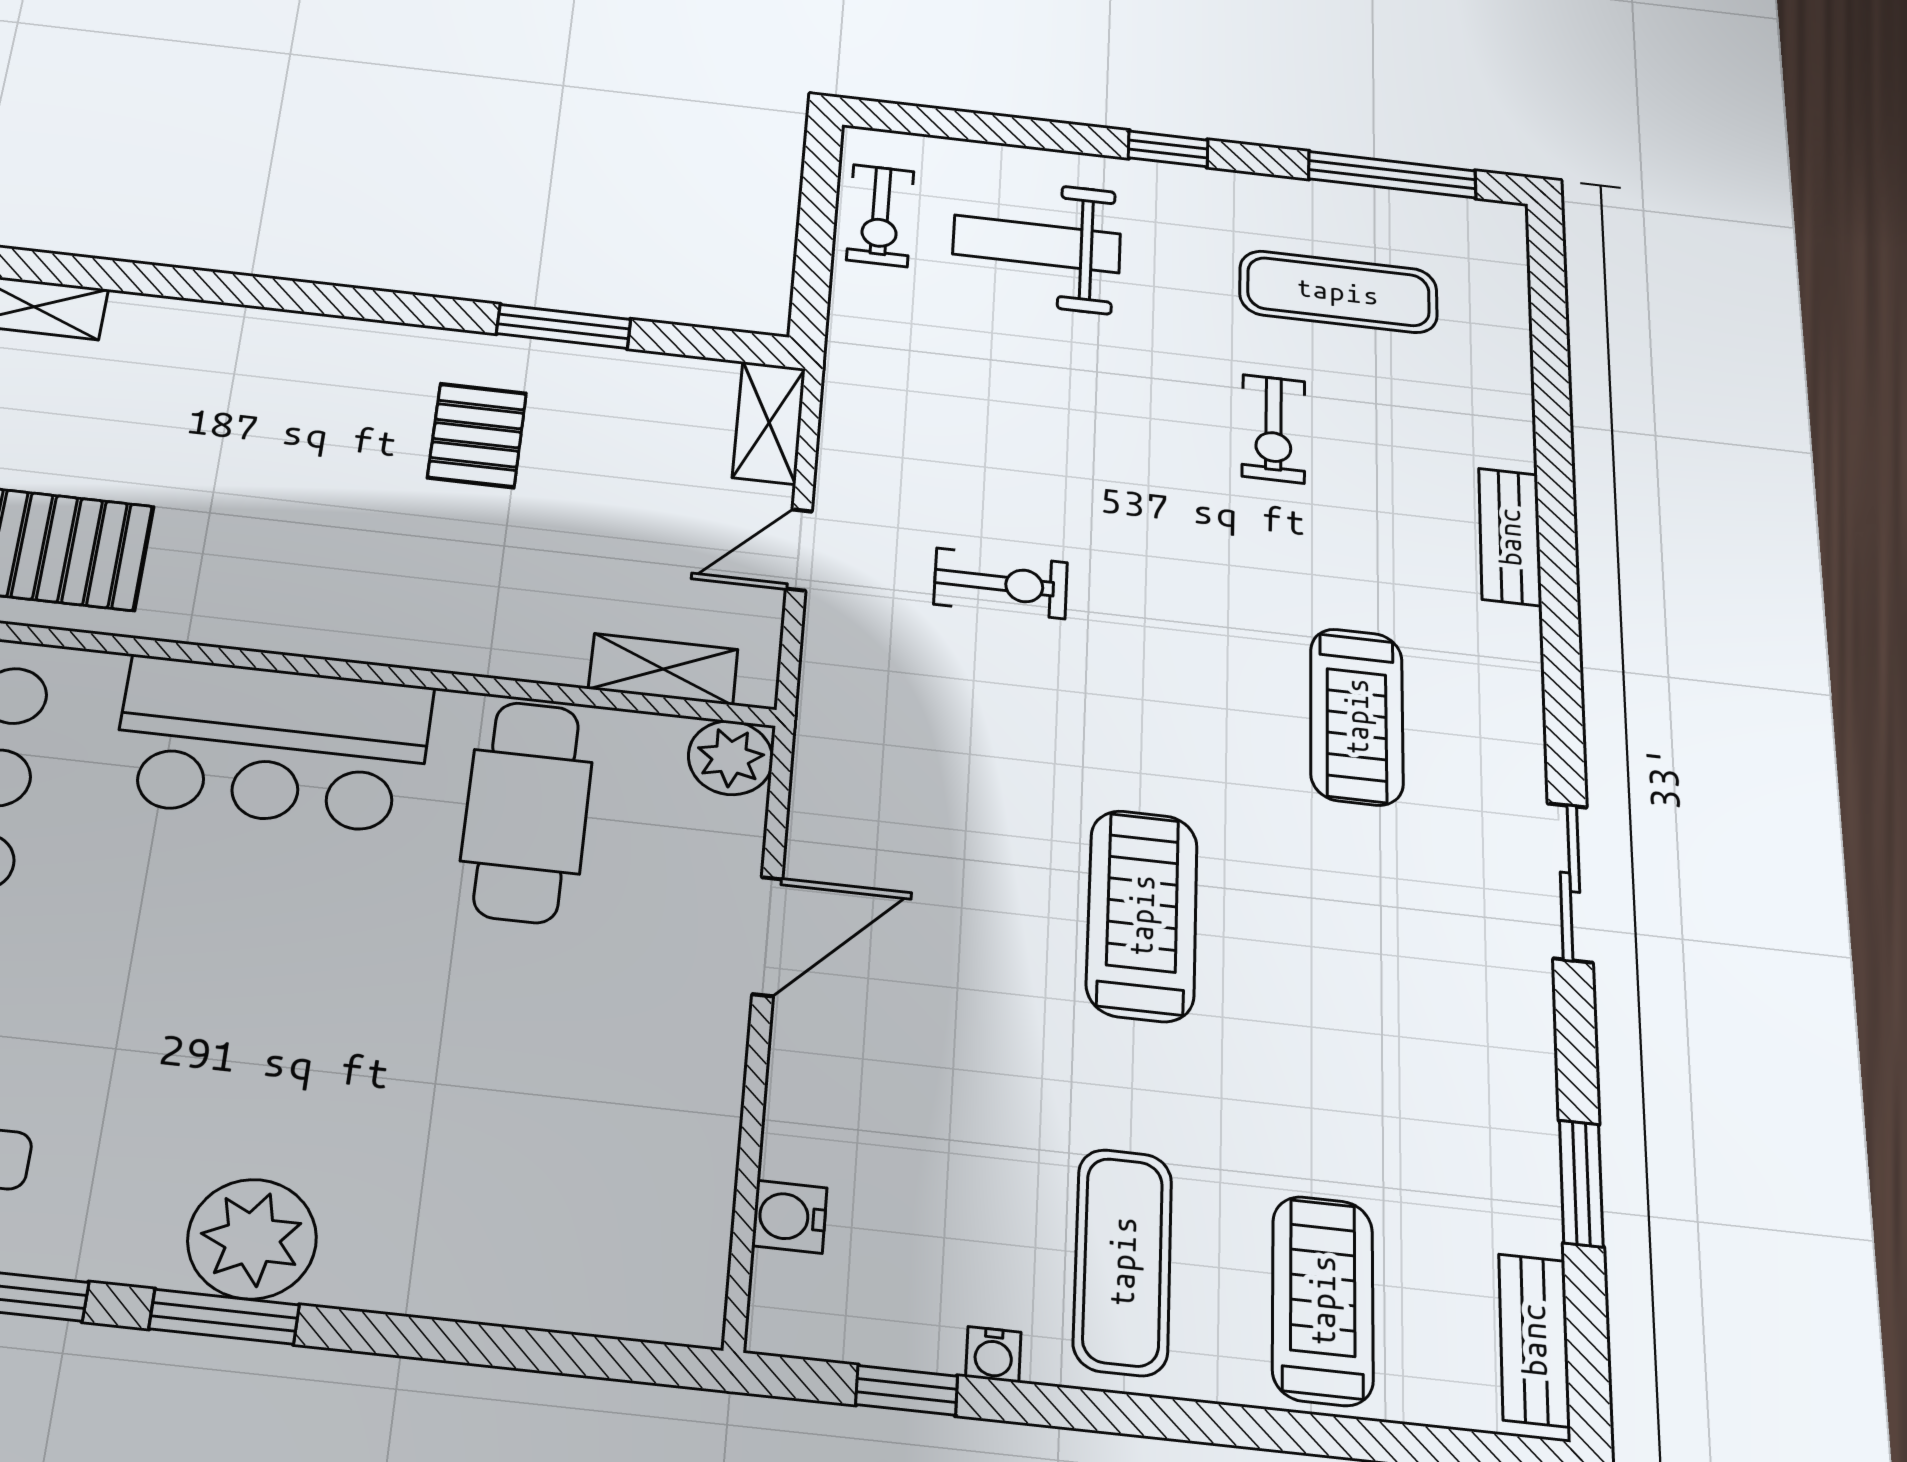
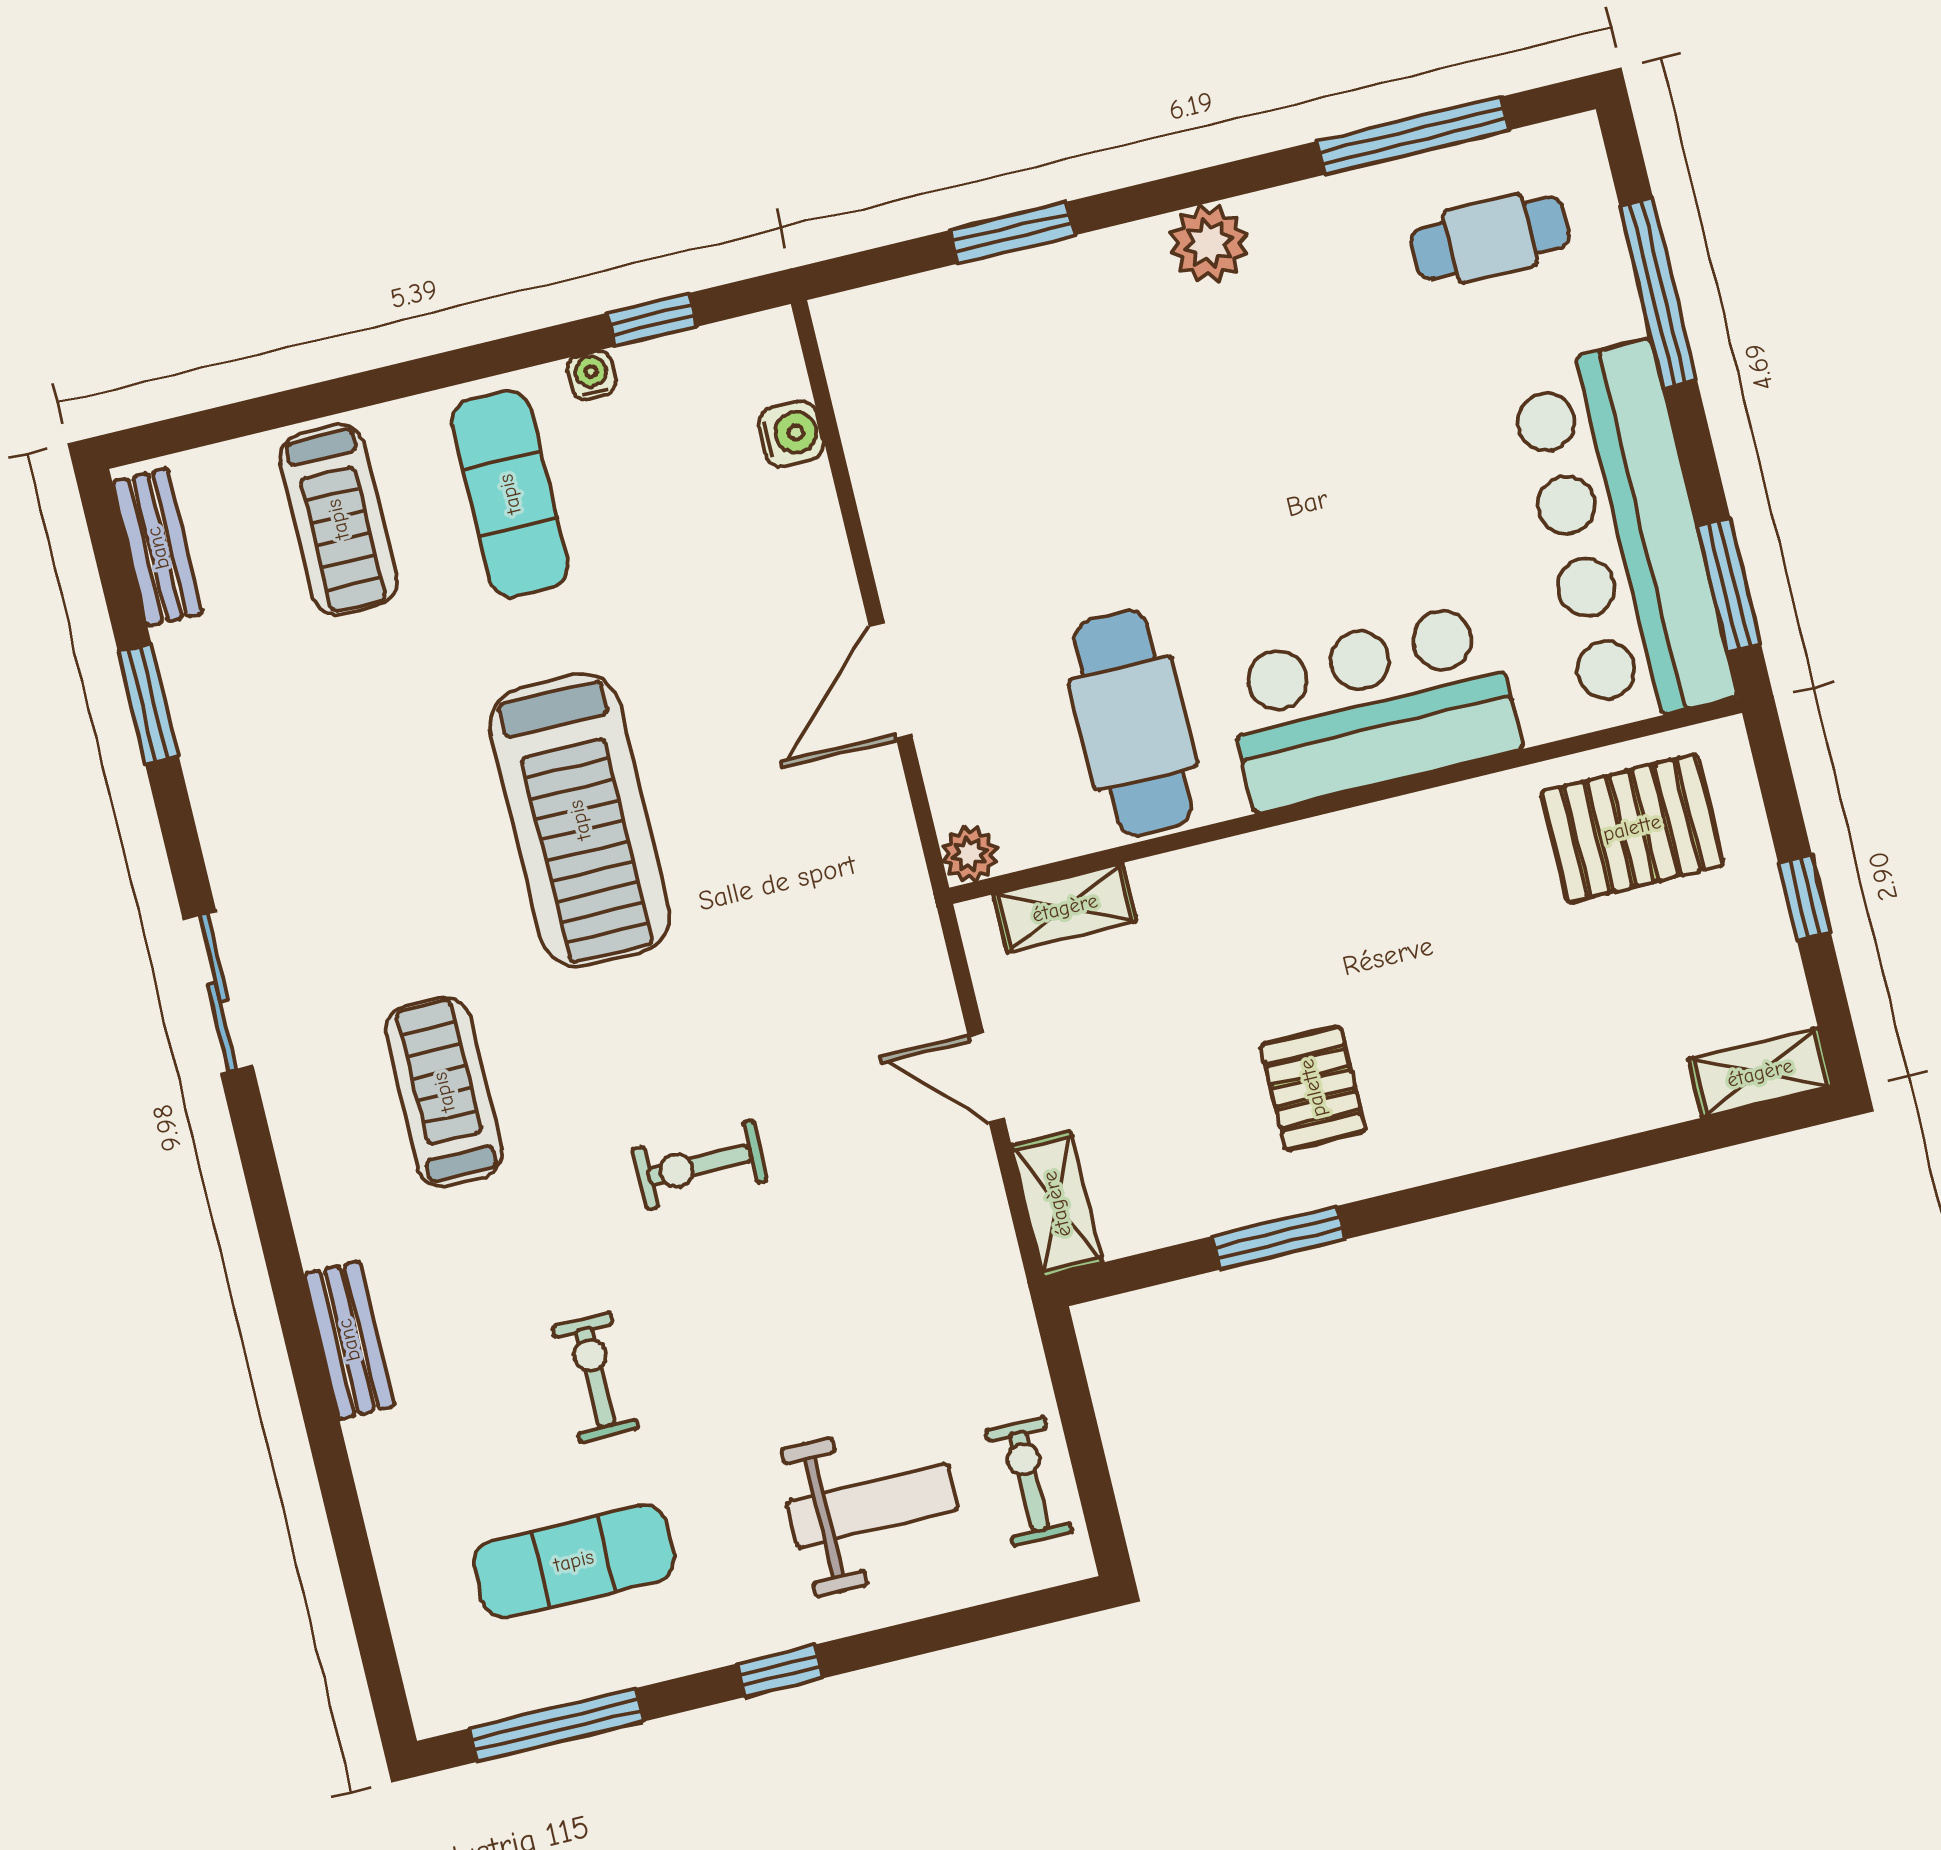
door: (799, 550) -> (986, 1077), swing flipped
exercise bike: (1001, 583) -> (700, 1165), moved
plant: (731, 758) -> (970, 854), width x0.73, depth x0.73
treadmill: (1142, 915) -> (580, 820), width x1.37, depth x1.38
plant: (252, 1239) -> (1209, 243), width x0.73, depth x0.73
window: (224, 1317) -> (1012, 233), moved

